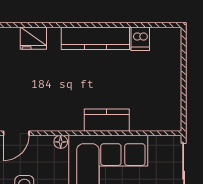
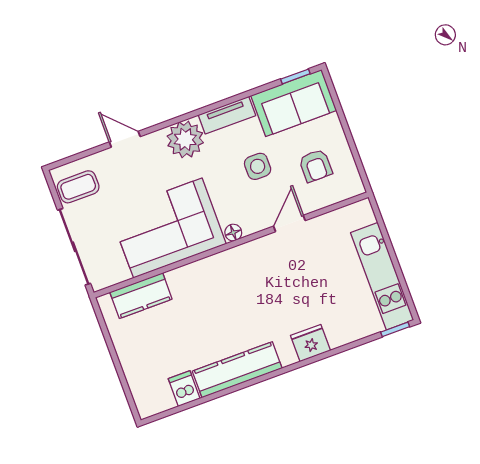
kitchen counter: (107, 120) -> (141, 296), moved

